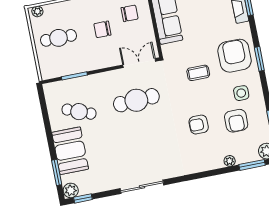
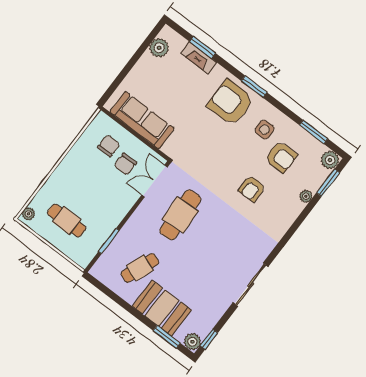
chair: (102, 29) -> (125, 164), moved
cafe table: (59, 38) -> (67, 221), turned 90
coffee table: (198, 73) -> (212, 145), removed

